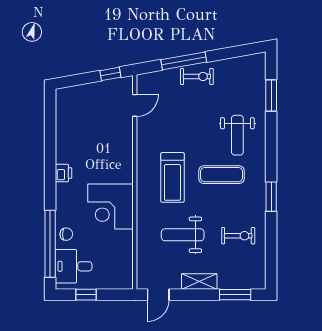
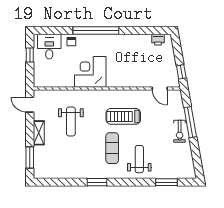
weight bench: (237, 135) -> (139, 159), turned 90
printer: (63, 173) -> (158, 40), moved
treadmill: (172, 177) -> (123, 116), moved
weight bench: (183, 235) -> (71, 121), turned 180
exercise bike: (238, 236) -> (70, 160), removed
window: (50, 244) -> (96, 30), moved

